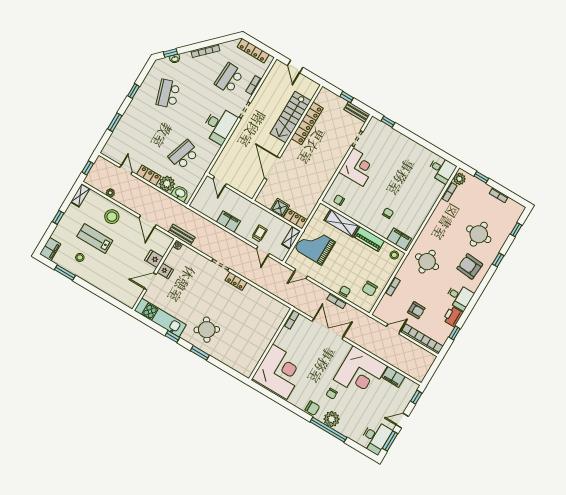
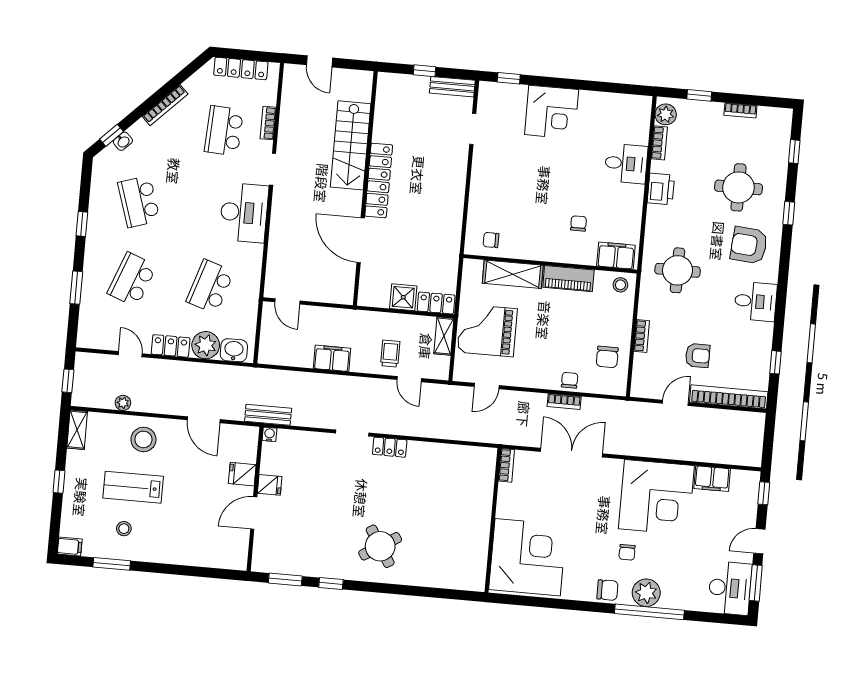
locker: (307, 123) -> (379, 180), moved
school desk: (145, 132) -> (132, 279), added
corner desk: (358, 167) -> (552, 112), moved, turned 90
desk: (442, 170) -> (626, 164), moved
filing cabinet: (50, 249) -> (70, 547), width x0.50
printer: (453, 316) -> (661, 189), moved, turned 180
kitchen unit: (160, 318) -> (297, 563), removed
window: (200, 353) -> (285, 579), moved

